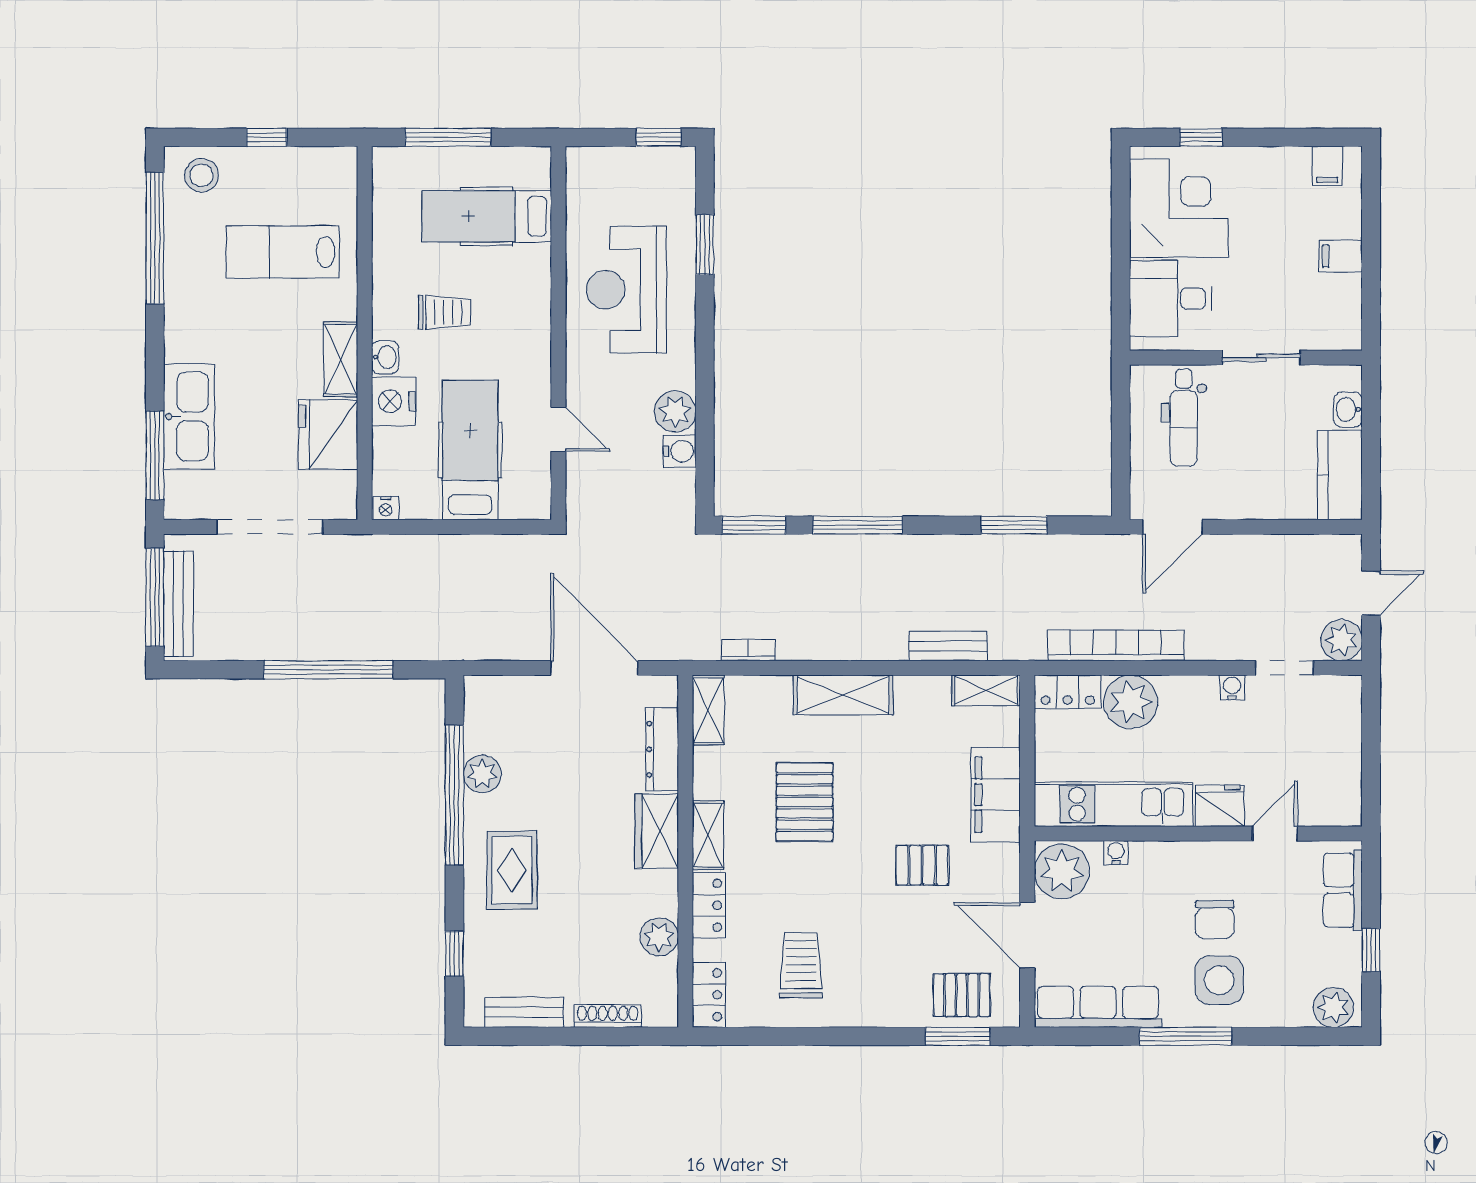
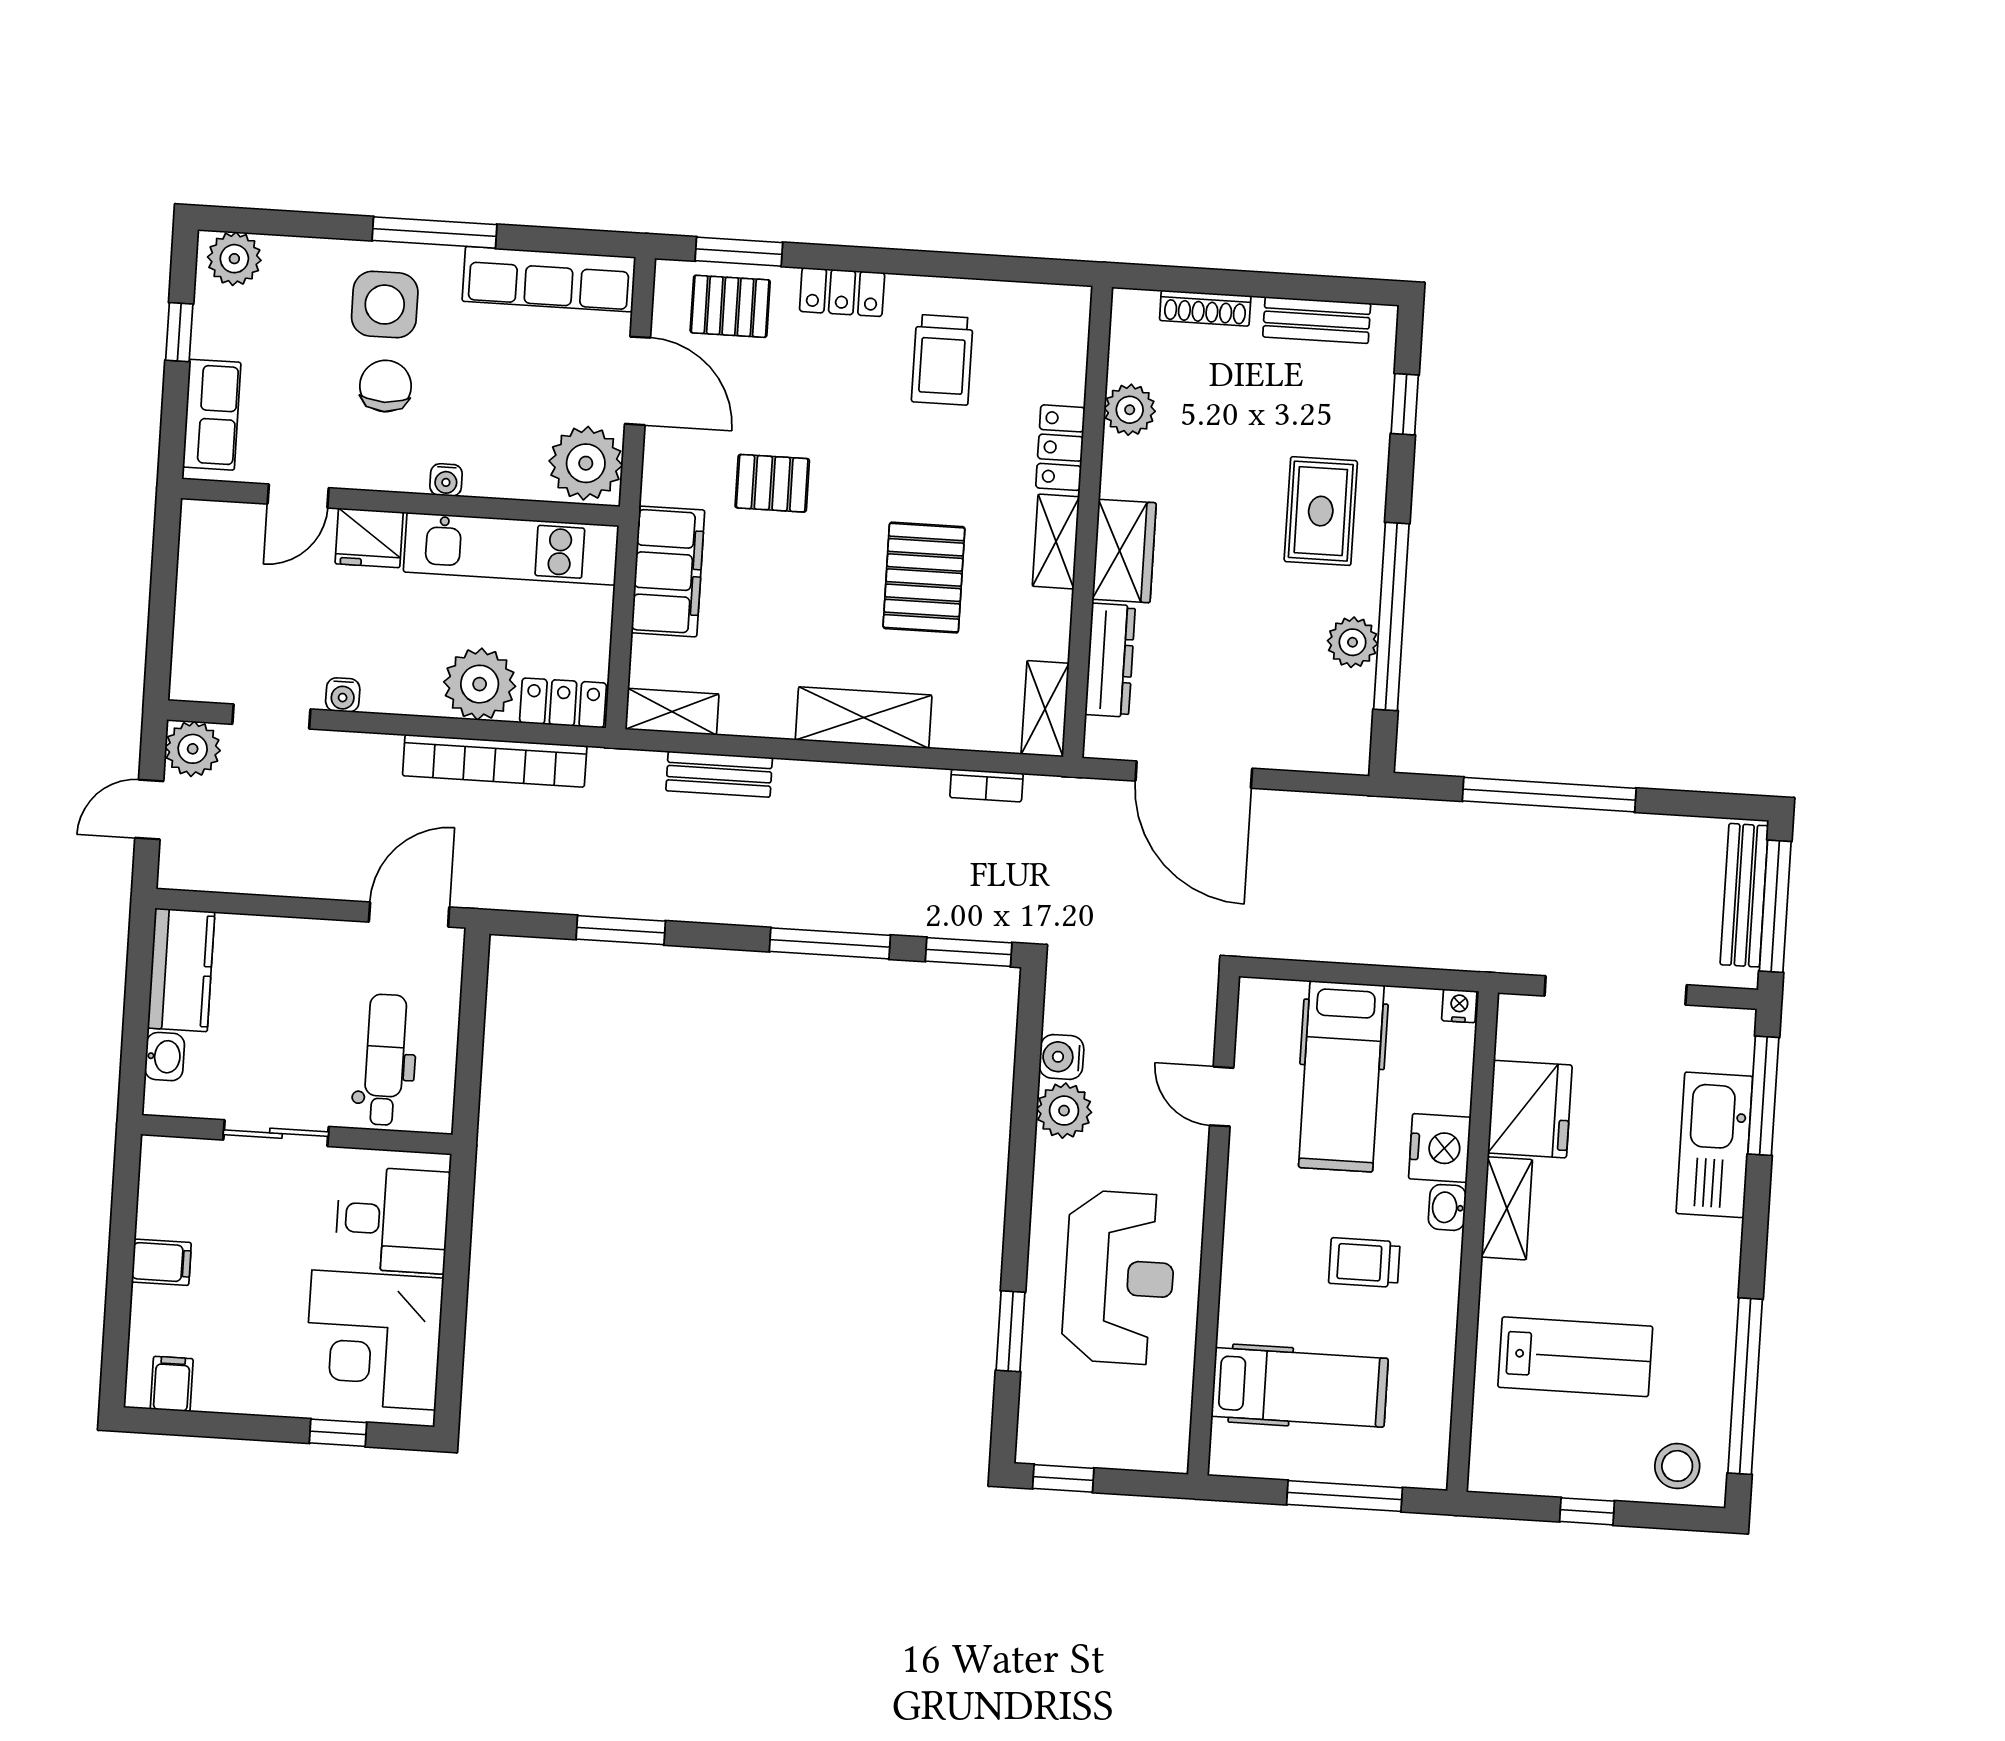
water cooler: (1116, 852) -> (446, 480), moved
locker: (709, 995) -> (842, 292), moved, turned -90

